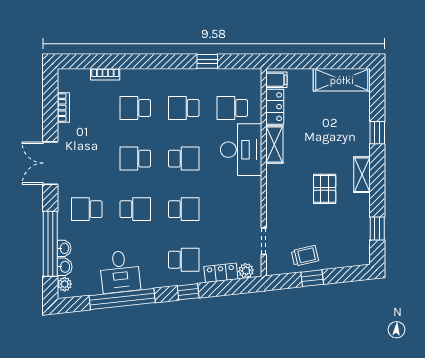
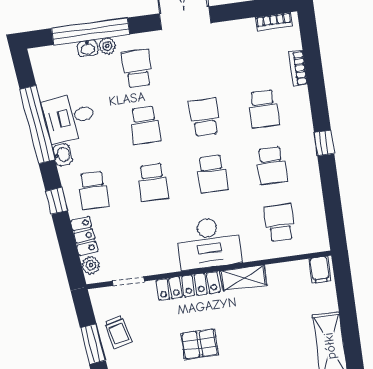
window: (207, 61) -> (324, 143), moved
bookcase: (63, 107) -> (274, 22), moved
locker: (275, 107) -> (188, 286), moved, width x1.53
school desk: (135, 108) -> (264, 109), turned 180
school desk: (184, 108) -> (272, 166), turned 180
desk: (241, 150) -> (209, 243), moved
washbasin: (65, 267) -> (62, 155), moved, turned -96
window: (312, 278) -> (93, 344), width x1.50
plant: (65, 284) -> (107, 46), moved

